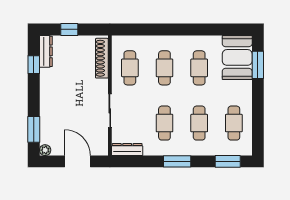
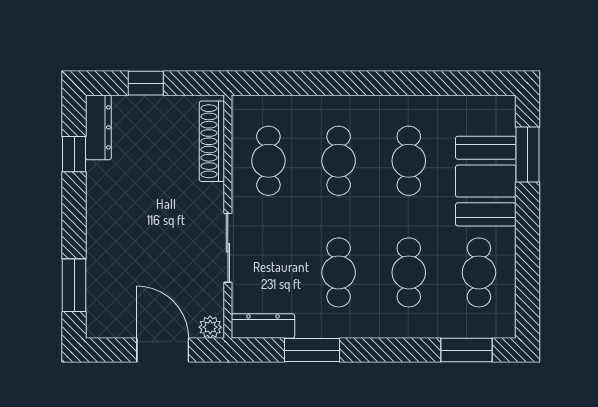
booth: (237, 57) -> (486, 181), moved
plant: (45, 150) -> (210, 327), moved
window: (177, 161) -> (312, 350), moved

